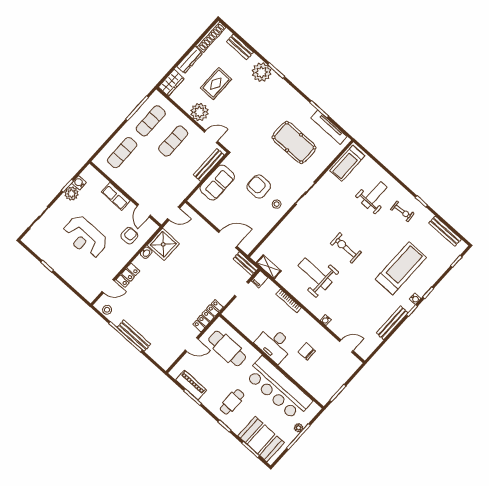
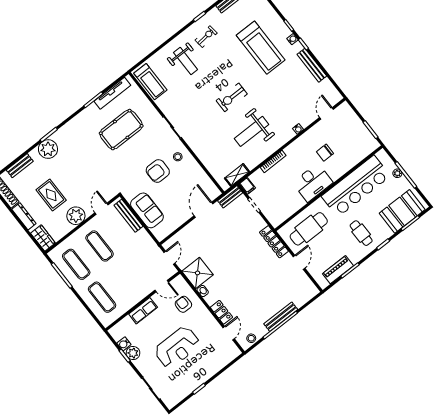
weight bench: (374, 195) -> (186, 61), turned 180
treadmill: (401, 268) -> (261, 48), turned 180

